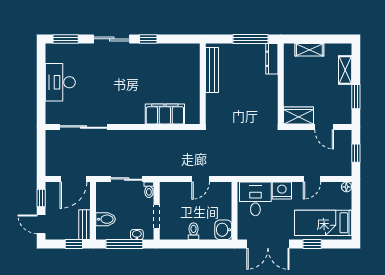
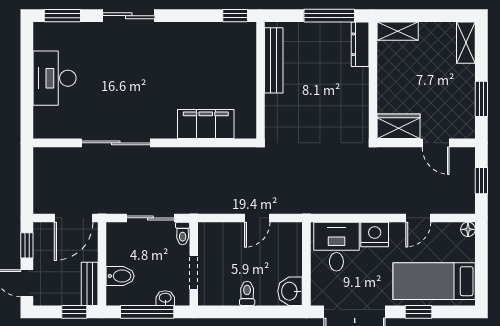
window: (148, 39) -> (235, 16), moved
shelving: (309, 50) -> (398, 31), moved
shelving: (345, 70) -> (466, 43), moved
sliding door: (83, 127) -> (116, 143), moved

